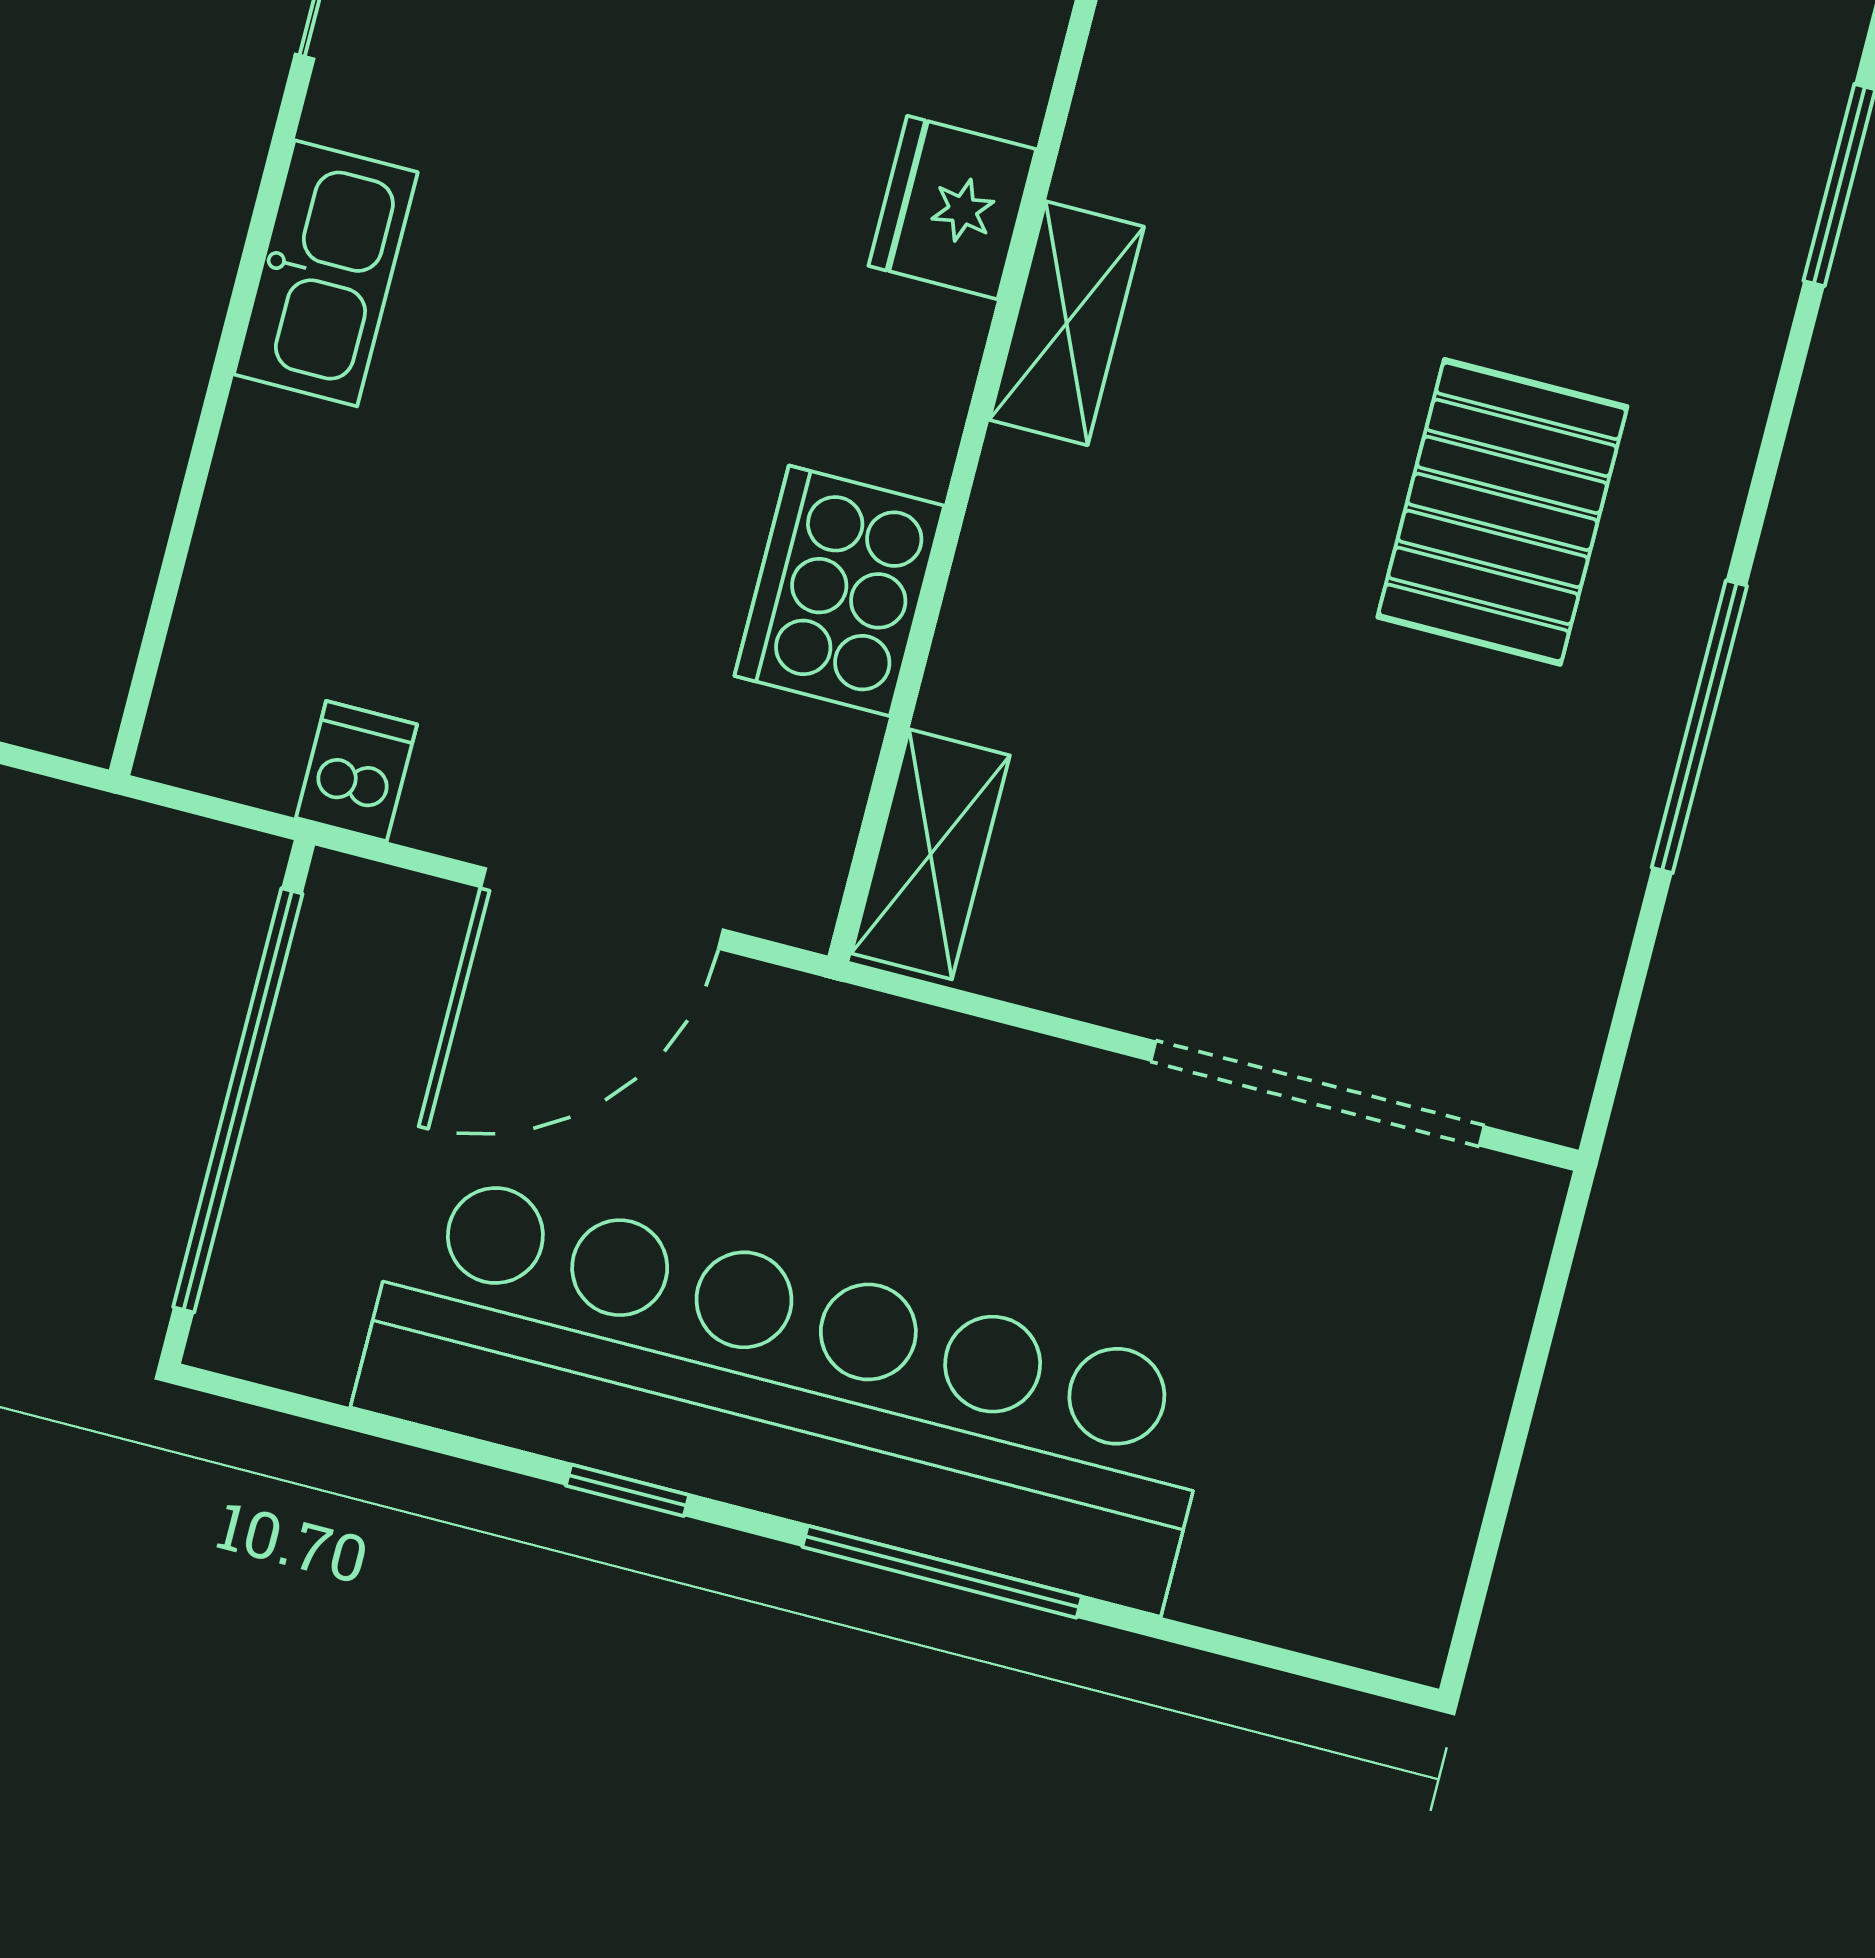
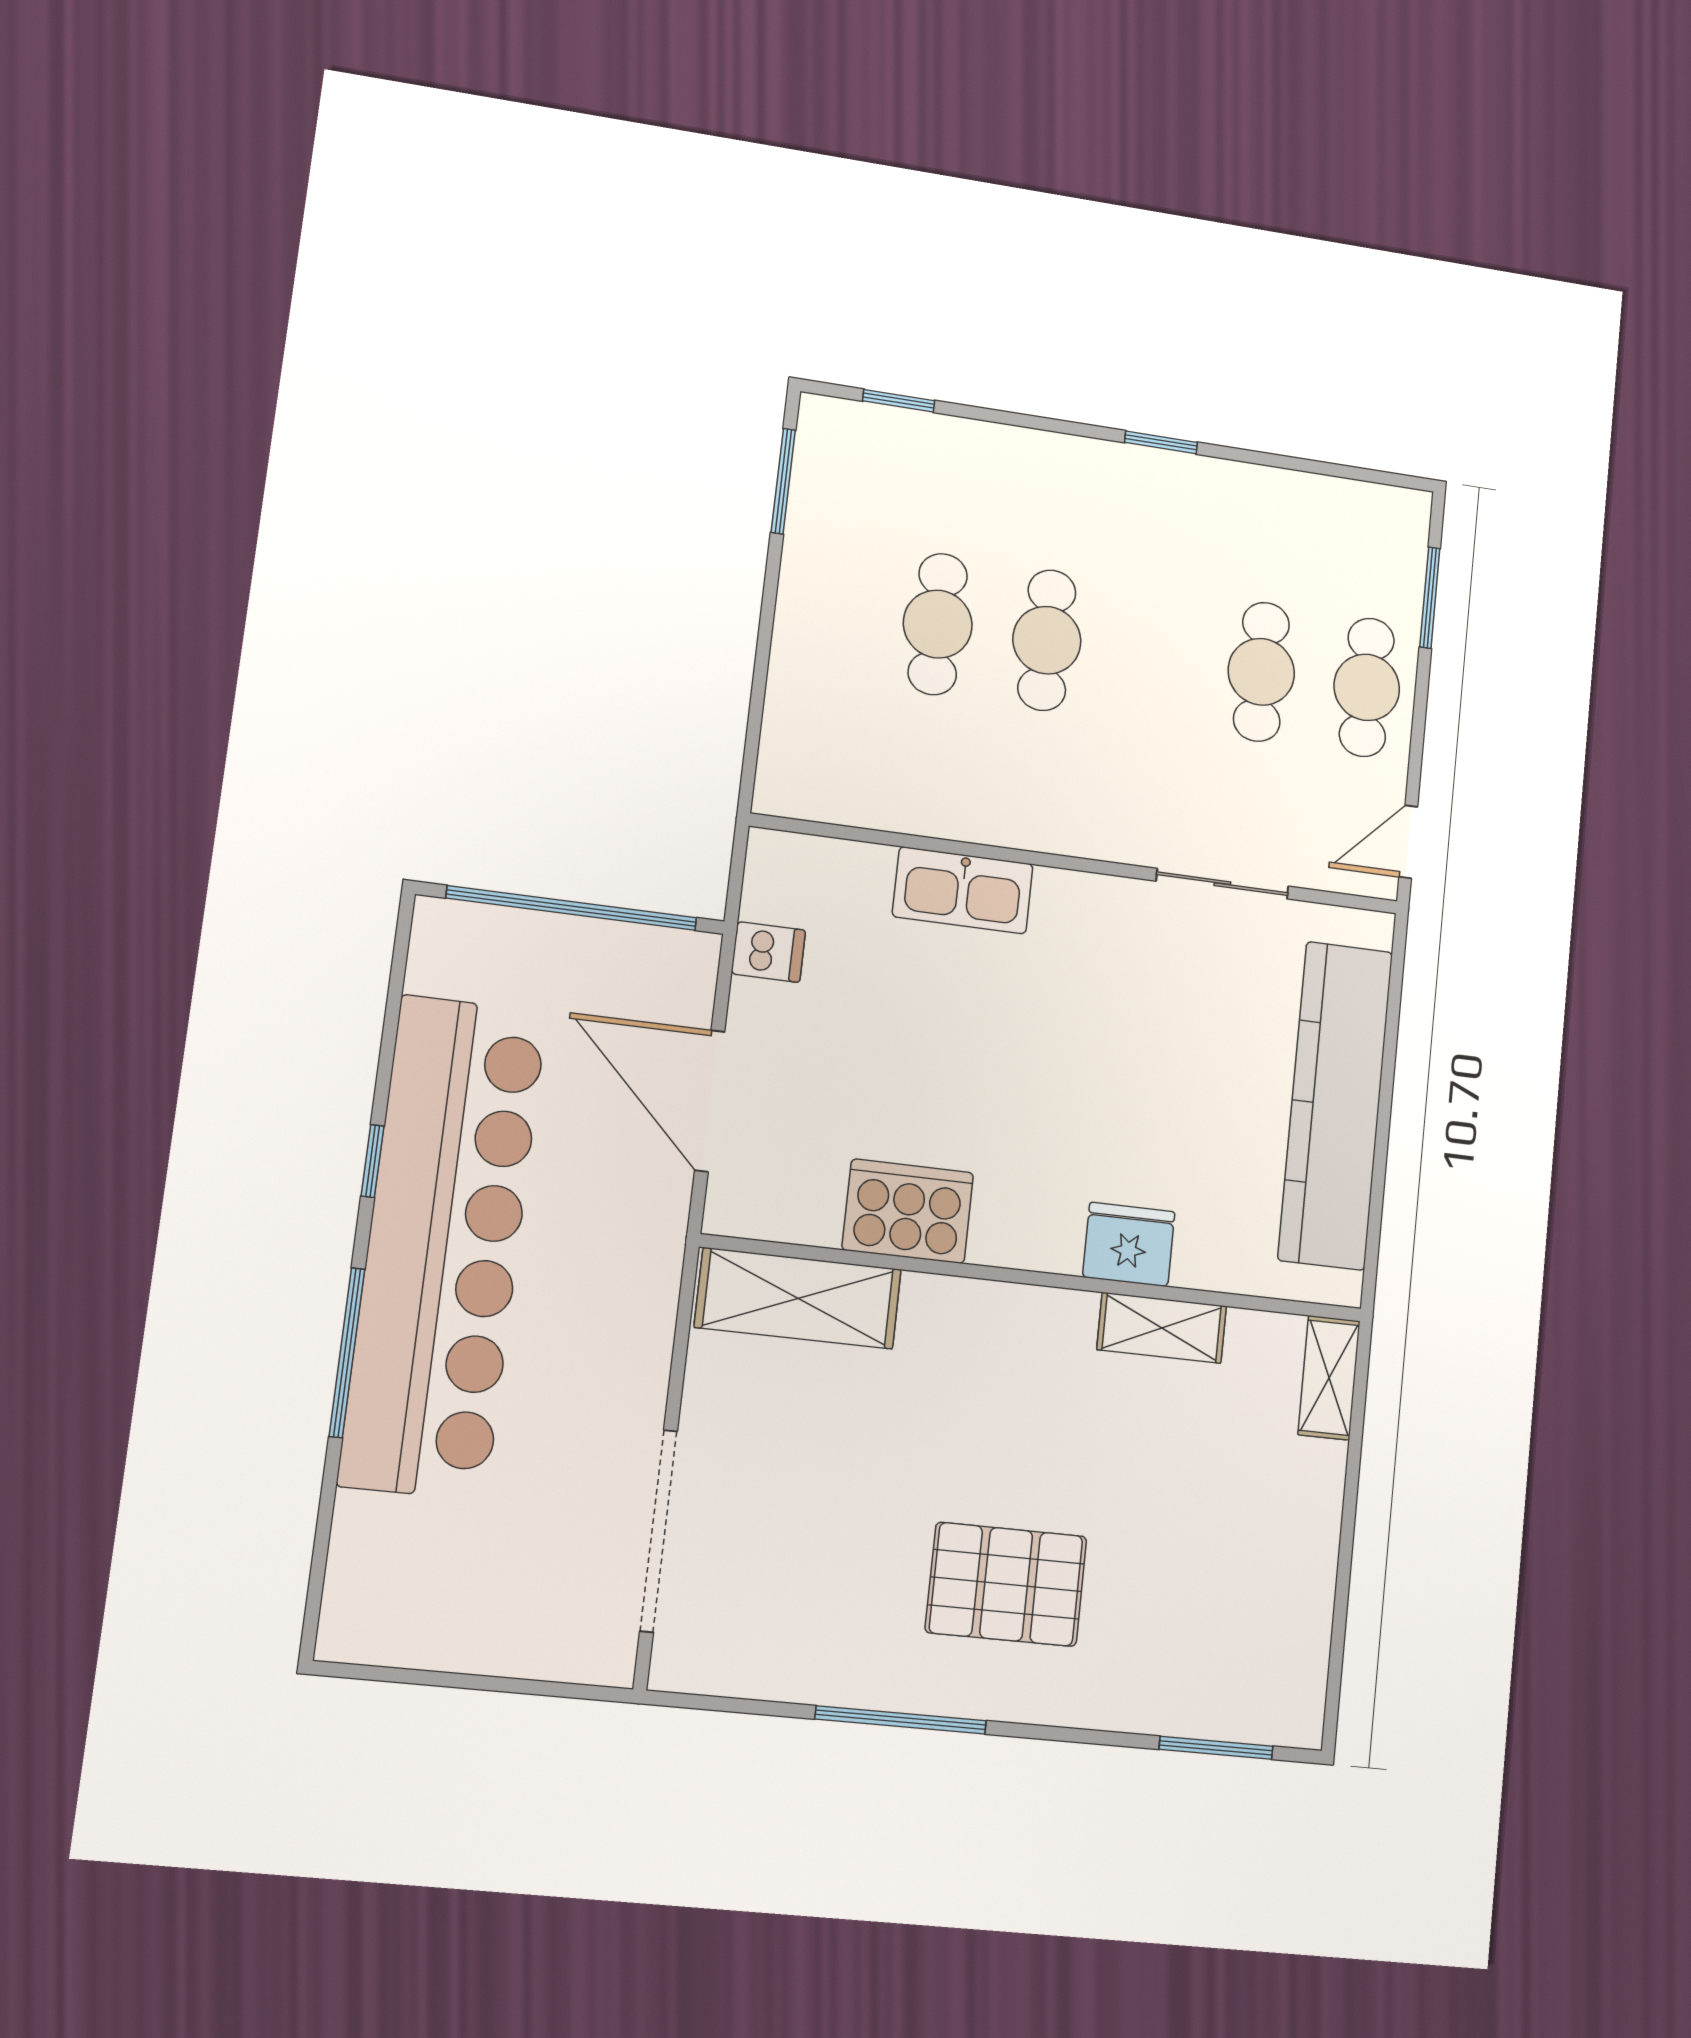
kitchen sink: (326, 273) -> (963, 890), moved
shelving: (1067, 323) -> (1162, 1328), moved
shelving: (930, 854) -> (798, 1298), width x1.50, depth x1.33

